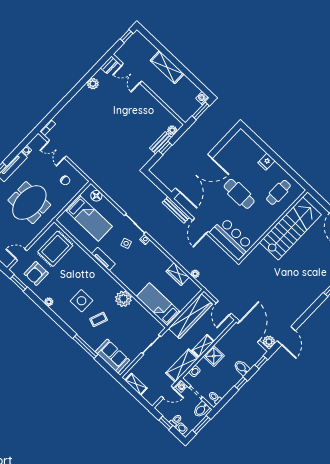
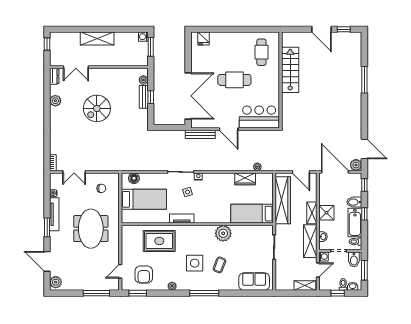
spiral stairs: (118, 118) -> (97, 108), added
fridge: (266, 162) -> (204, 38), moved
stairs: (290, 228) -> (290, 70), width x0.73, depth x0.66
rug: (55, 249) -> (159, 241), moved, turned 90
window: (85, 346) -> (204, 293), moved
bathtub: (228, 383) -> (355, 222), added
shelving: (136, 384) -> (305, 286), moved

